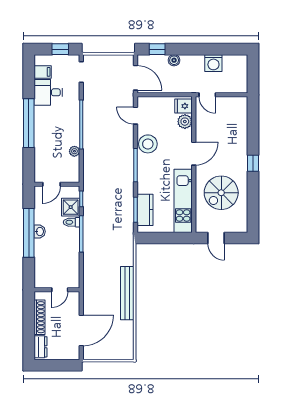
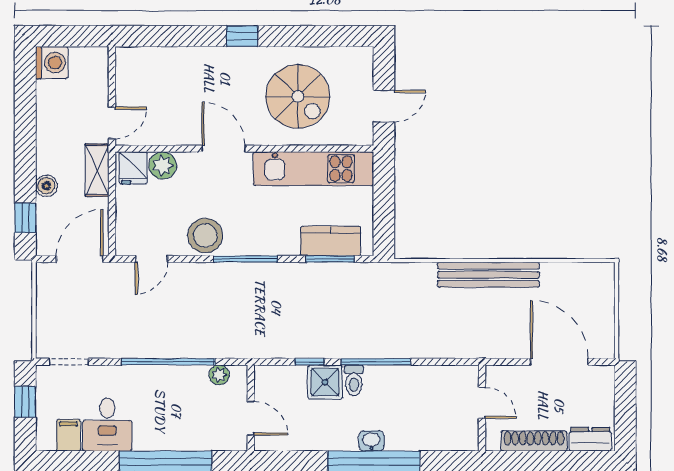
washing machine: (213, 63) -> (52, 63), moved
shelving: (182, 87) -> (97, 170), added
door: (52, 184) -> (251, 418), moved
wall: (57, 184) -> (251, 408), moved

